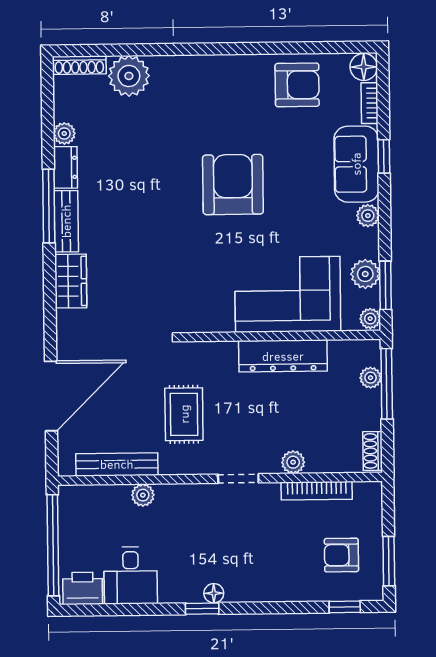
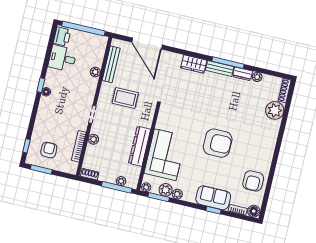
plant: (368, 216) -> (177, 194), moved

